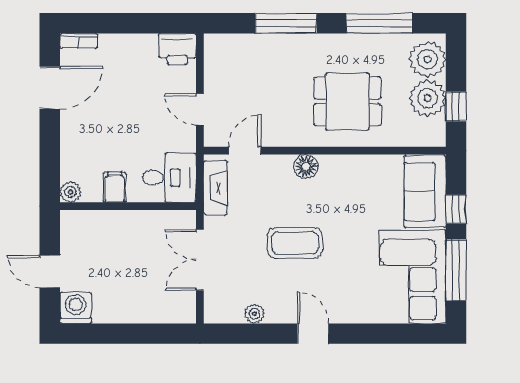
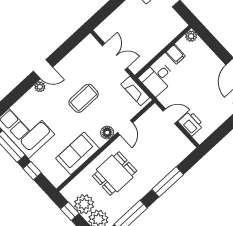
printer: (177, 49) -> (191, 123), moved, turned 90
door: (245, 151) -> (125, 128), moved
sofa: (425, 192) -> (78, 153), moved, turned -90
plant: (254, 314) -> (40, 87), moved

